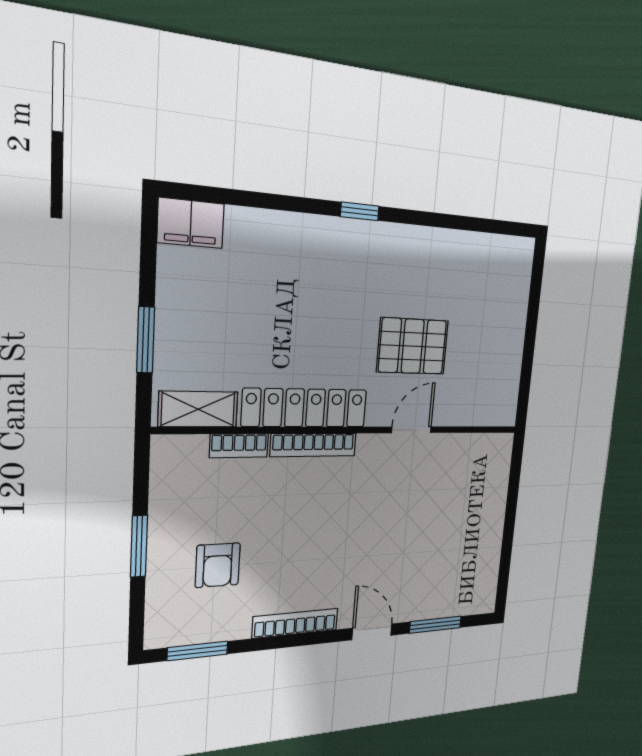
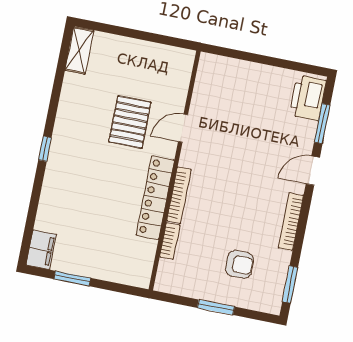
window: (146, 340) -> (72, 279), moved
shelving: (198, 409) -> (79, 50), moved
door: (411, 430) -> (183, 128), hinge flipped
printer: (467, 595) -> (308, 98), added

